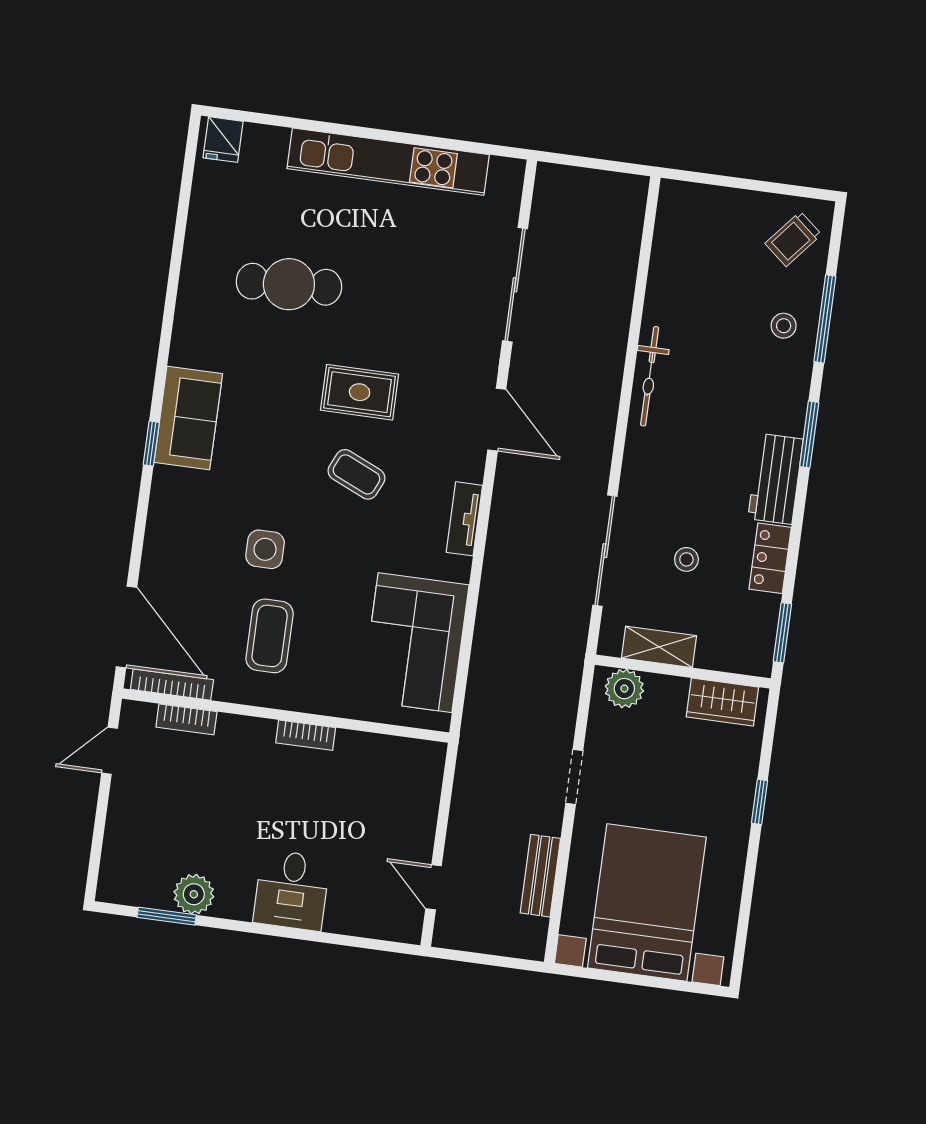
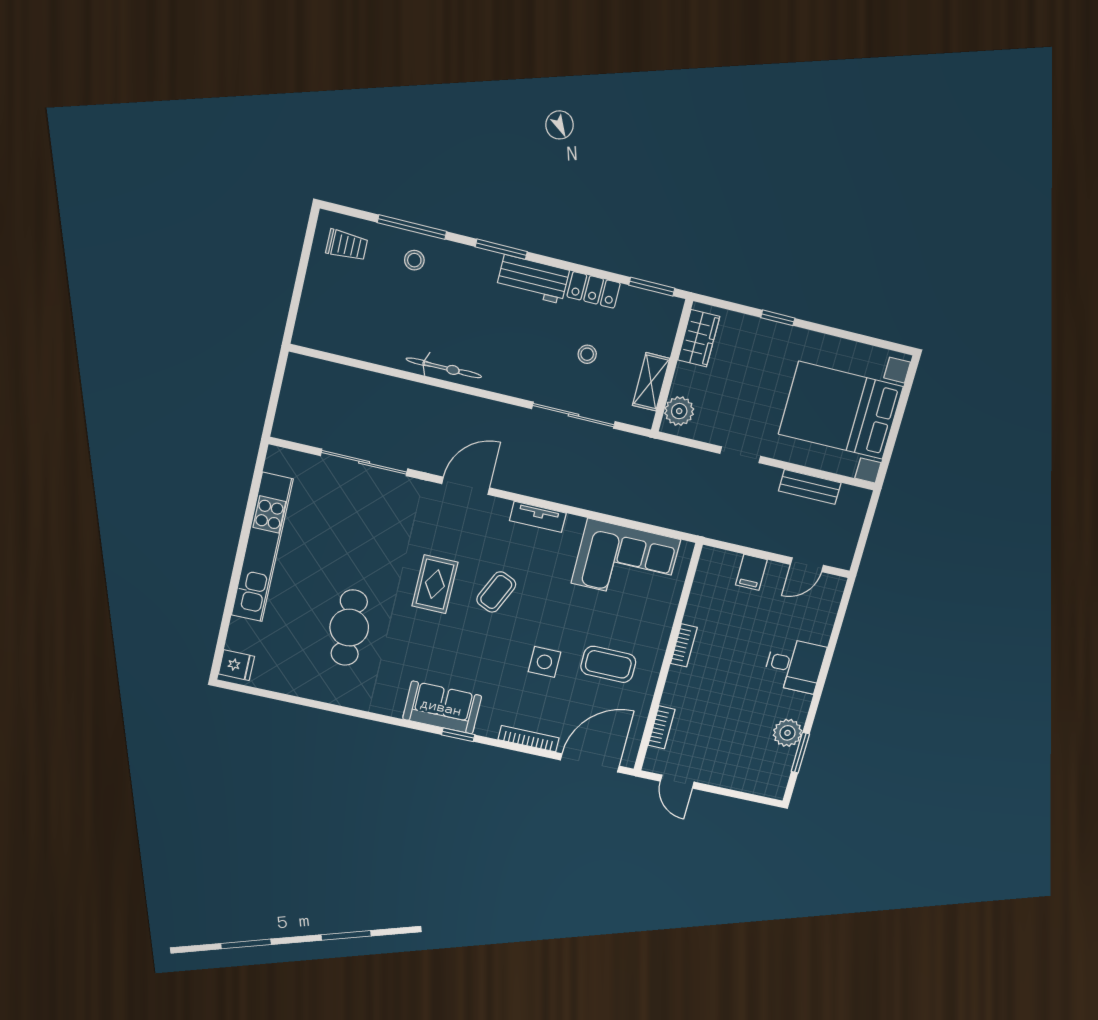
trolley: (793, 239) -> (347, 245), turned -40
bookcase: (172, 685) -> (529, 739), moved, turned 90
filing cabinet: (416, 813) -> (751, 572), added

